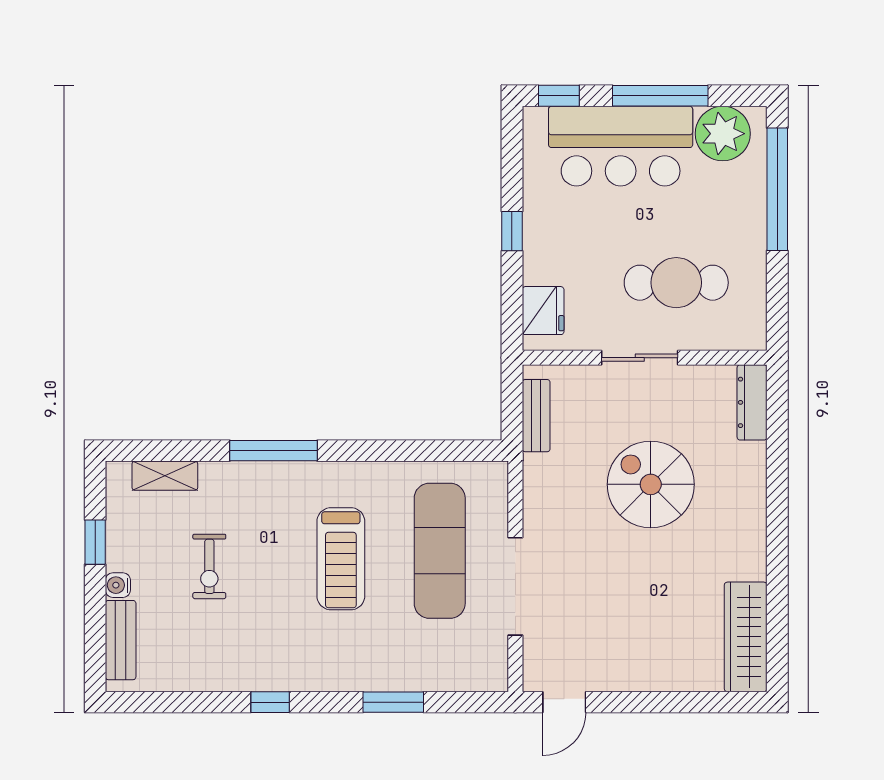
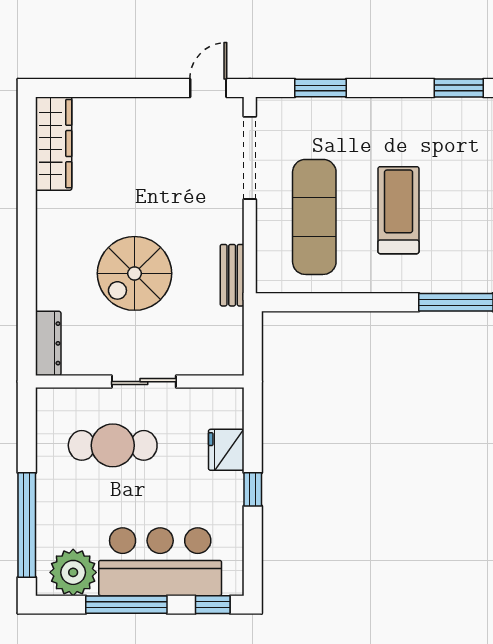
fridge: (543, 311) -> (226, 450), moved
bench: (536, 416) -> (232, 275), moved
spiral stairs: (651, 484) -> (134, 273), turned 90
doorway: (515, 586) -> (250, 158), moved
window: (270, 702) -> (459, 88), width x1.50
window: (393, 702) -> (320, 88), moved

